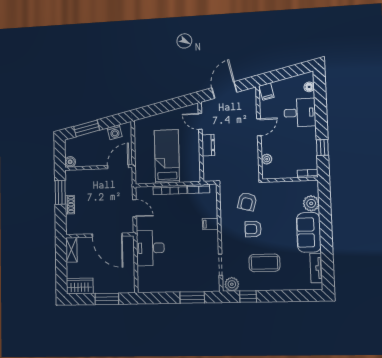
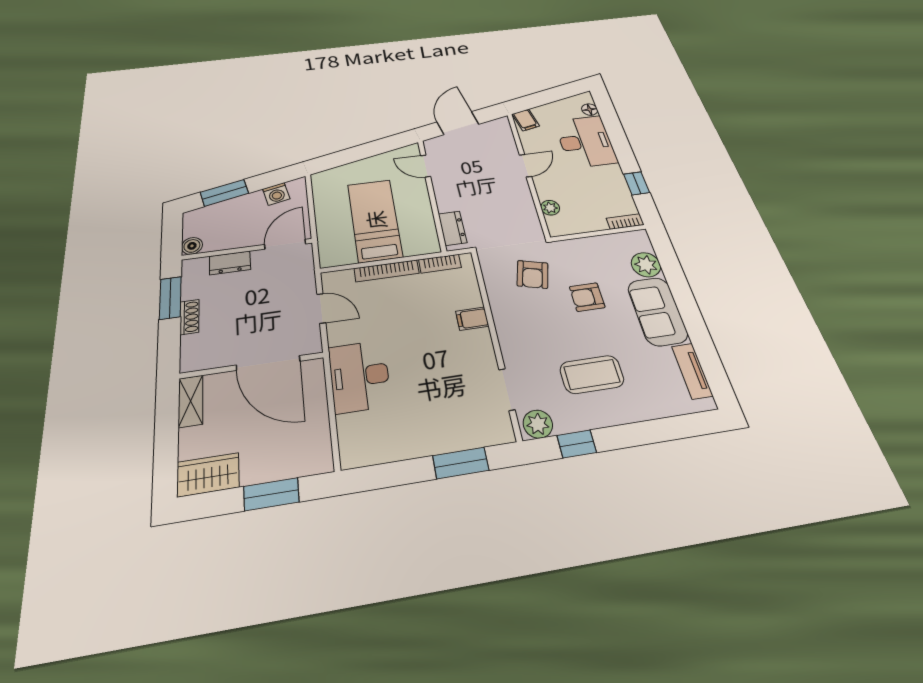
desk: (300, 113) -> (585, 142), width x1.37
dresser: (208, 145) -> (452, 228), moved
dresser: (89, 175) -> (230, 263), added
armchair: (253, 229) -> (587, 297), moved

